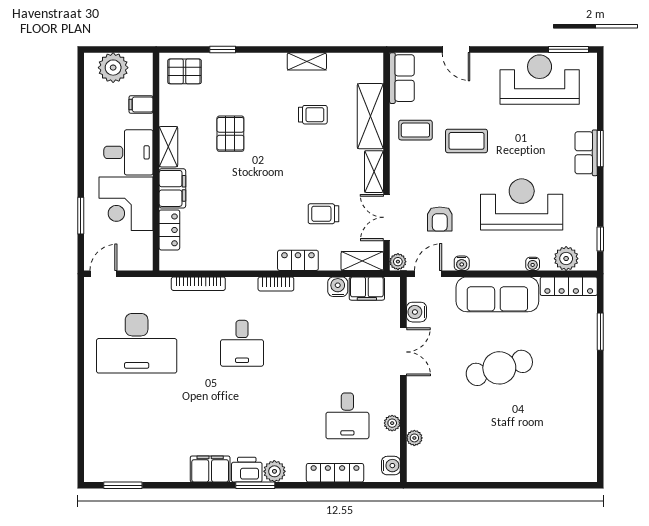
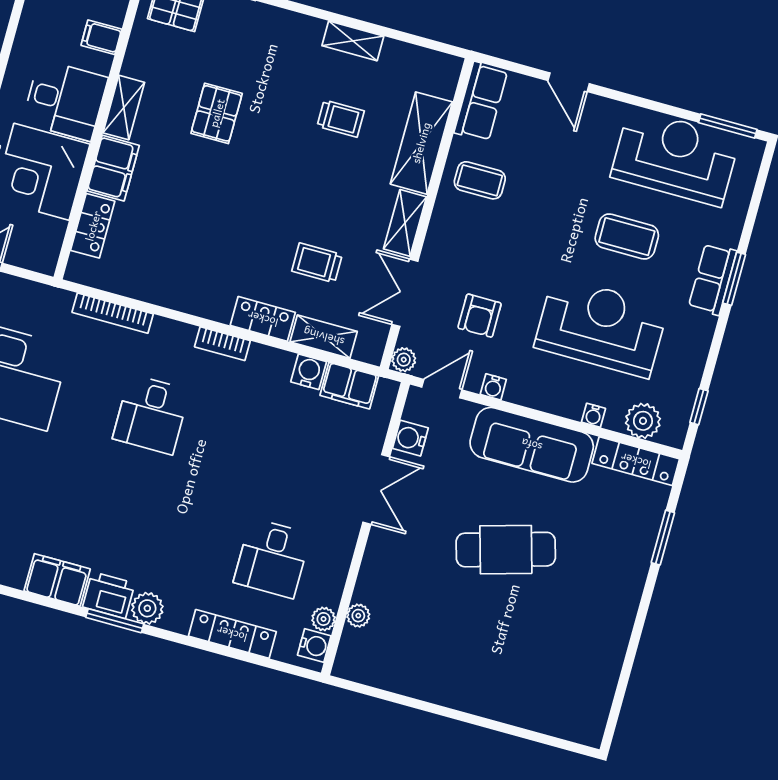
coffee table: (467, 141) -> (627, 237), moved
shelving: (362, 261) -> (324, 337), moved
plant: (392, 423) -> (324, 619), moved

